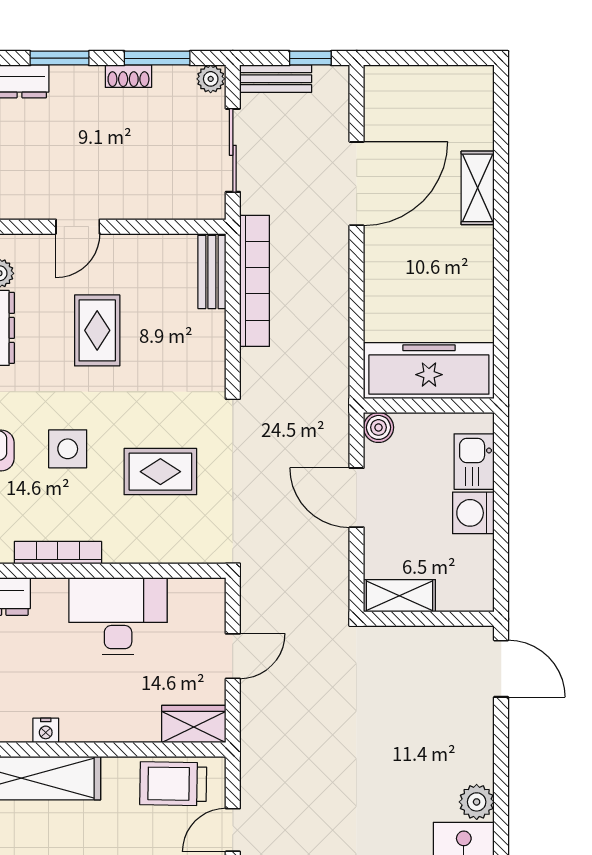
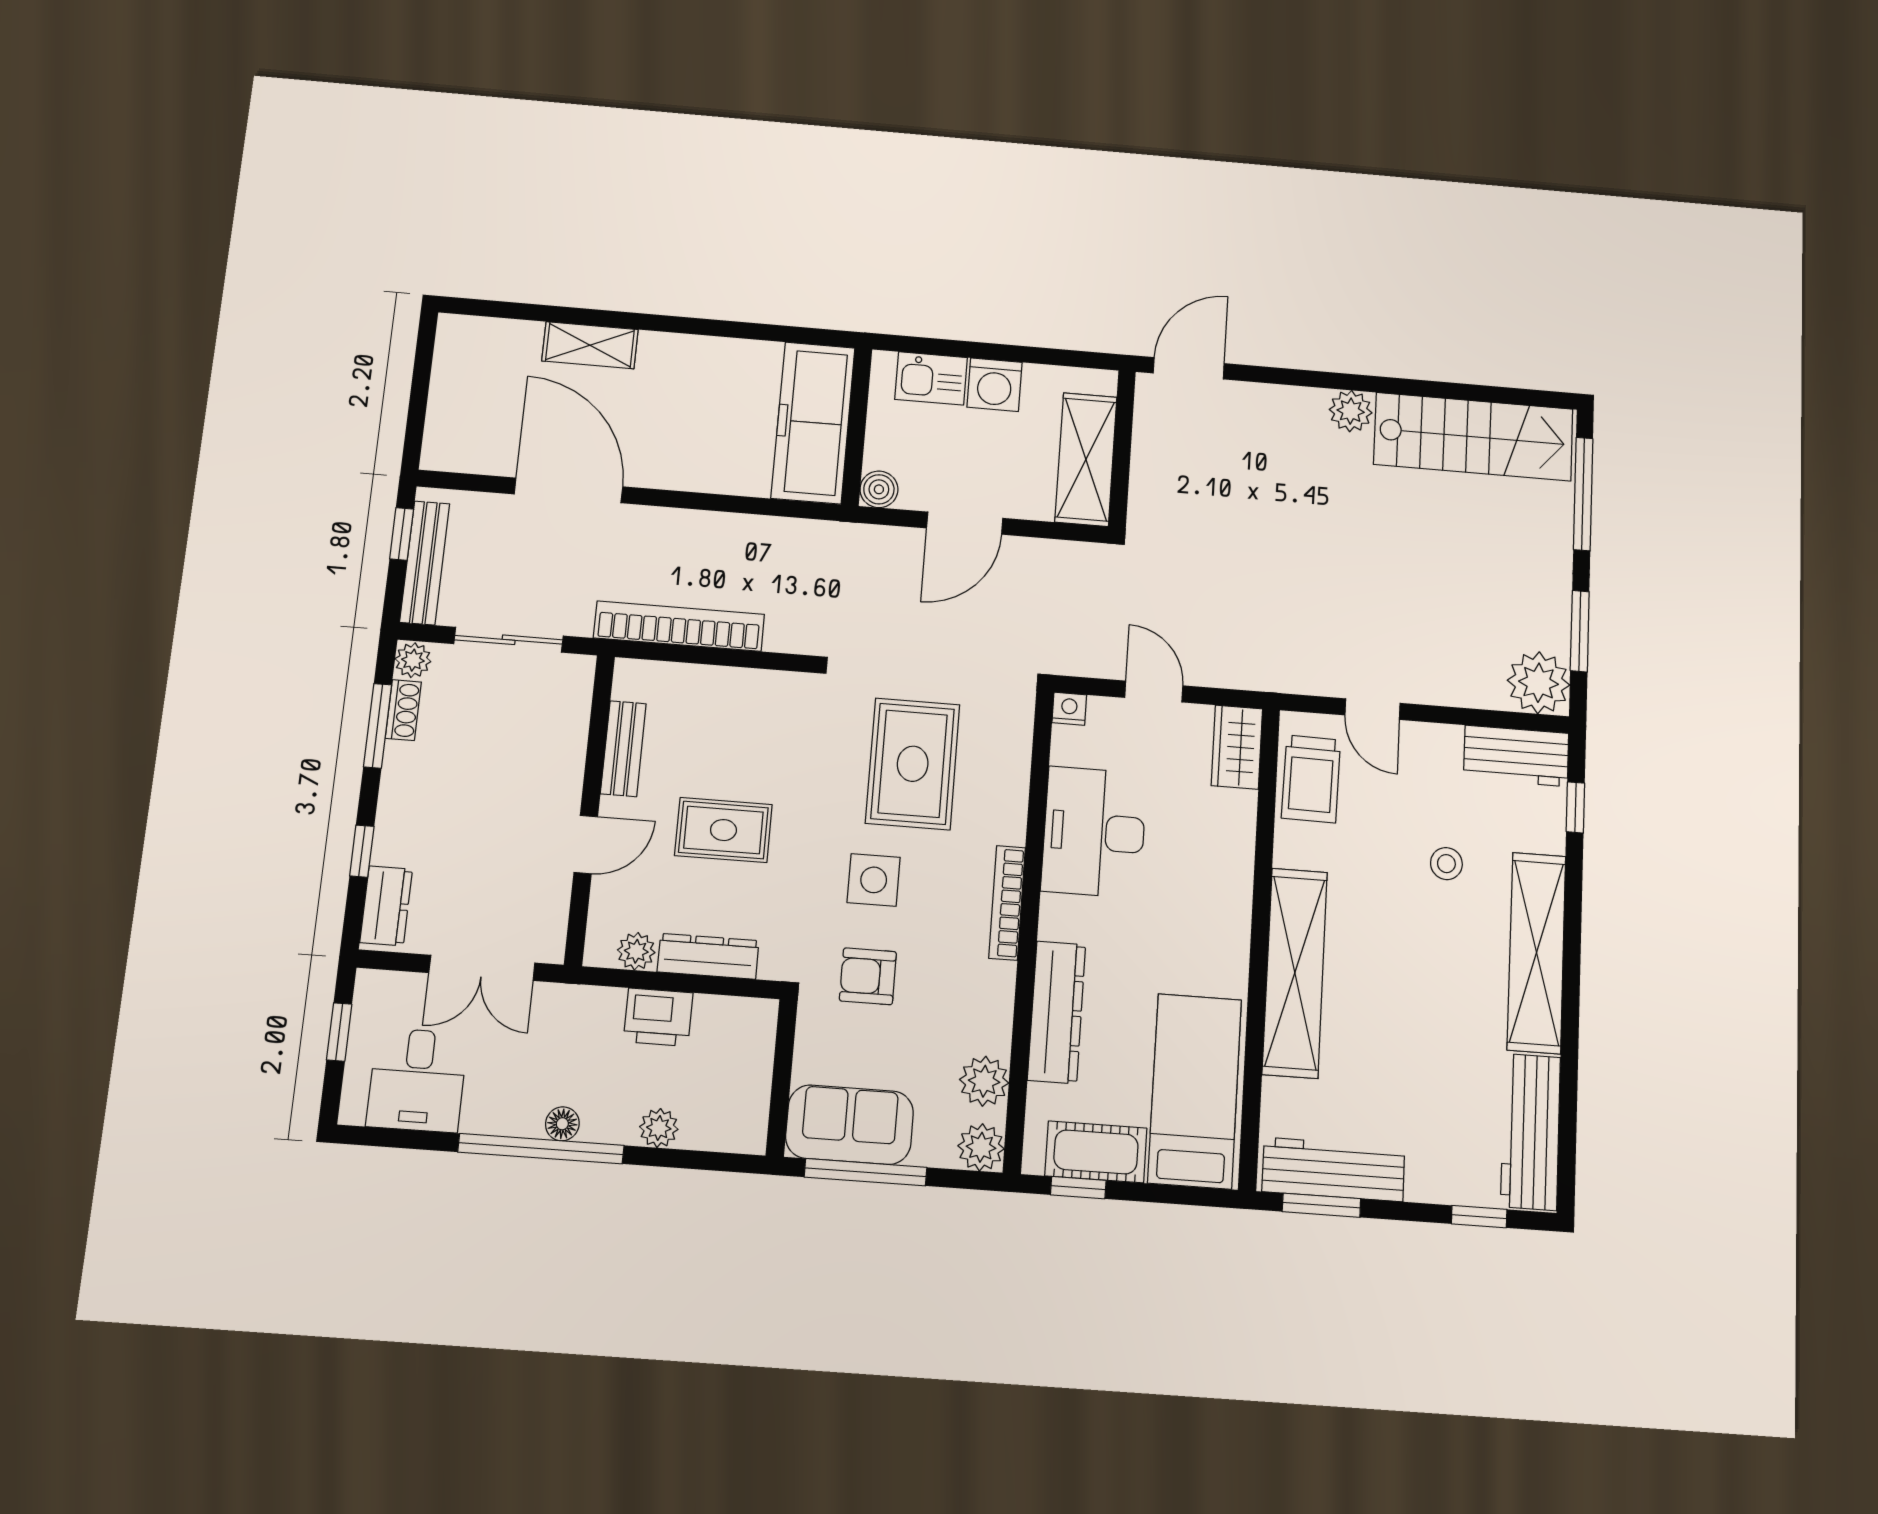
window: (60, 58) -> (362, 851), width x0.67
shoe rack: (128, 76) -> (403, 710), moved
bench: (276, 79) -> (425, 563), width x1.36
door: (78, 227) -> (586, 845), hinge flipped
bench: (212, 272) -> (623, 749), moved, turned 90
rug: (160, 472) -> (913, 764), width x1.36, depth x1.43
shelving: (399, 596) -> (1086, 459), width x1.50, depth x1.33
nightstand: (46, 730) -> (1069, 709), moved, turned -90

